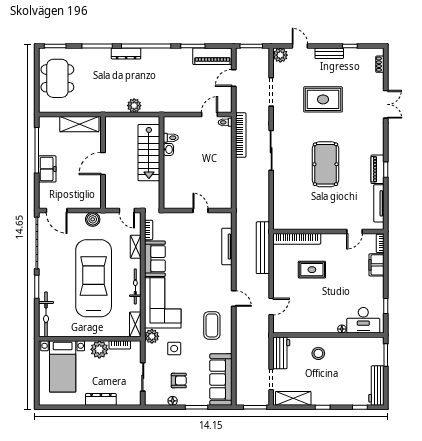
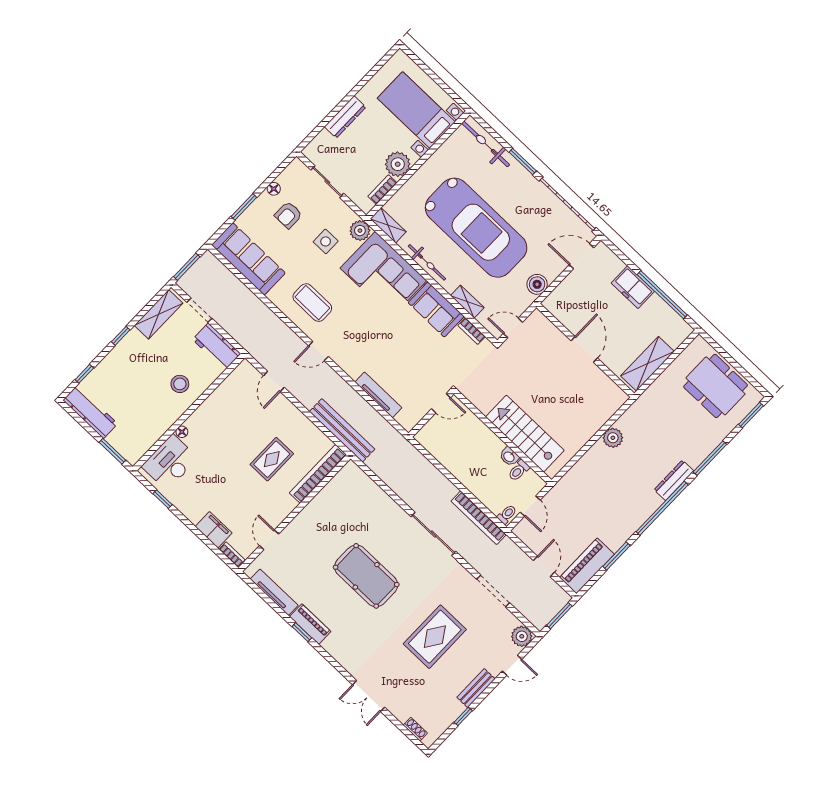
toilet: (171, 138) -> (519, 470), moved
washbasin: (168, 149) -> (509, 457), moved
stairs: (149, 153) -> (525, 434), moved
wall: (161, 162) -> (503, 437), moved

